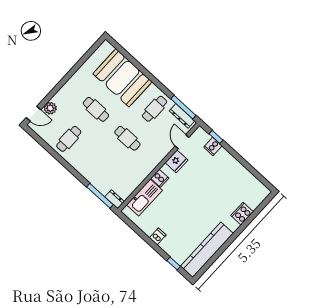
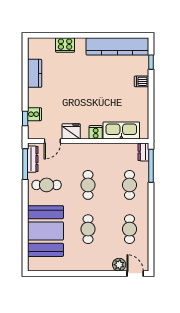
cafe table: (69, 139) -> (130, 229), turned 90
cafe table: (100, 168) -> (130, 185), added
kitchen counter: (242, 173) -> (35, 73), added
dishwasher: (158, 236) -> (141, 81), moved

